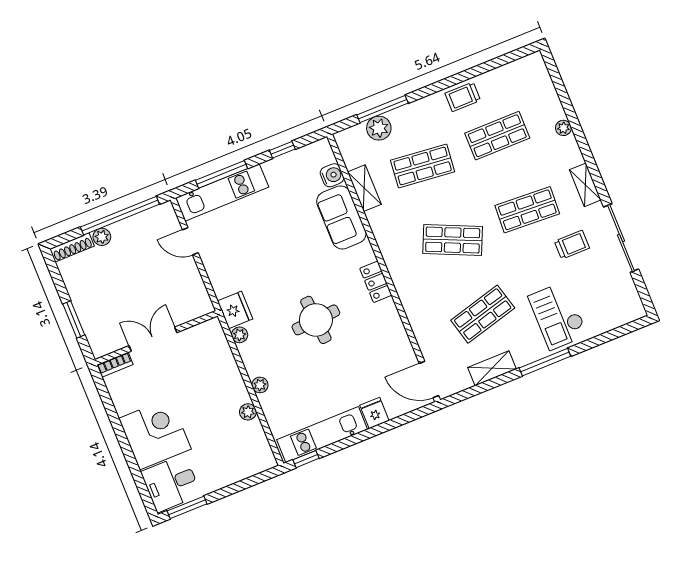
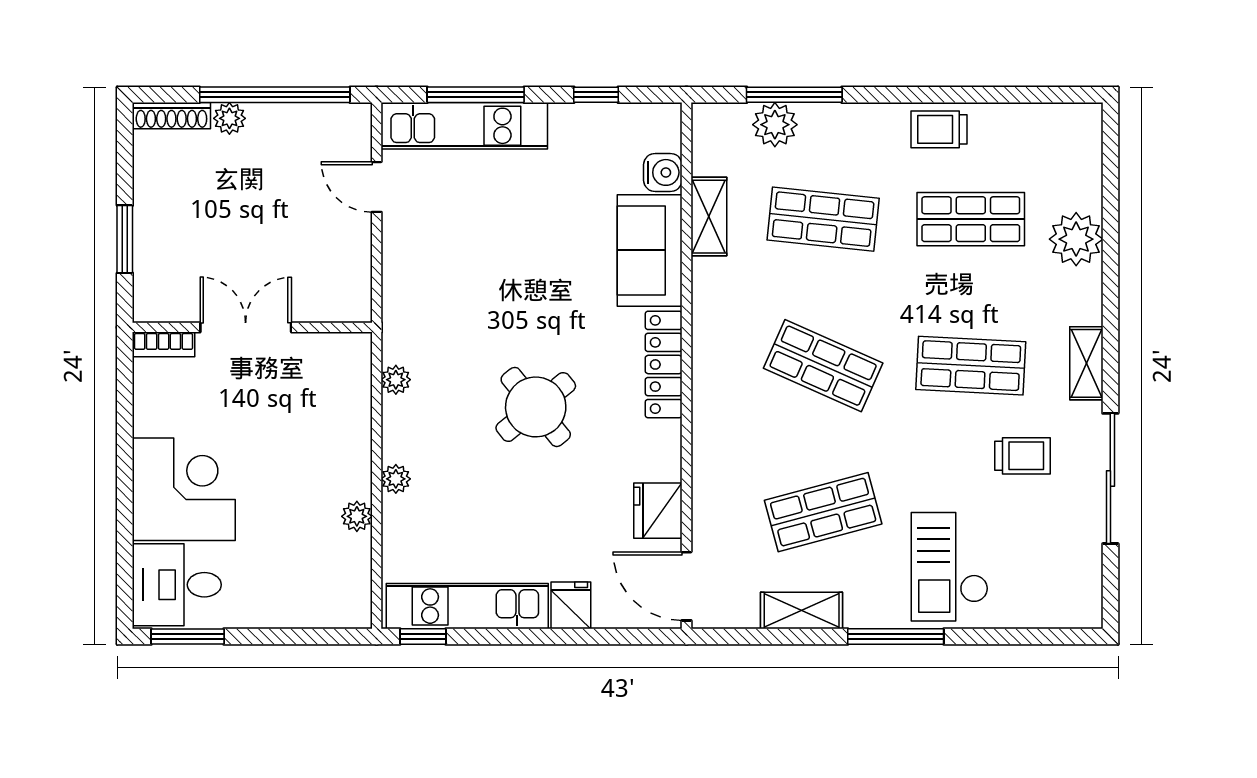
plant: (563, 128) -> (1076, 239), width x1.87, depth x1.87
locker: (376, 282) -> (664, 364), width x1.53
fridge: (235, 310) -> (658, 511), moved, turned 180
round table: (316, 320) -> (536, 407), turned -35

